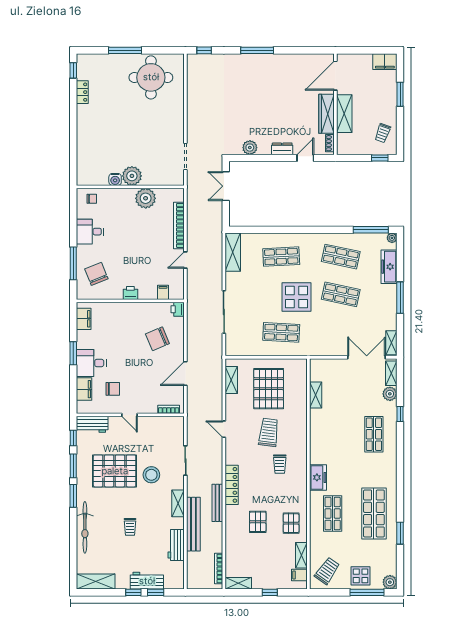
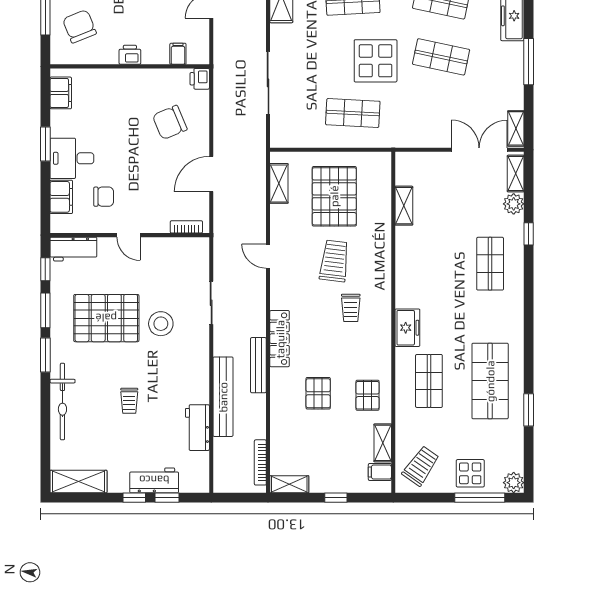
shelving: (178, 503) -> (200, 366), removed

